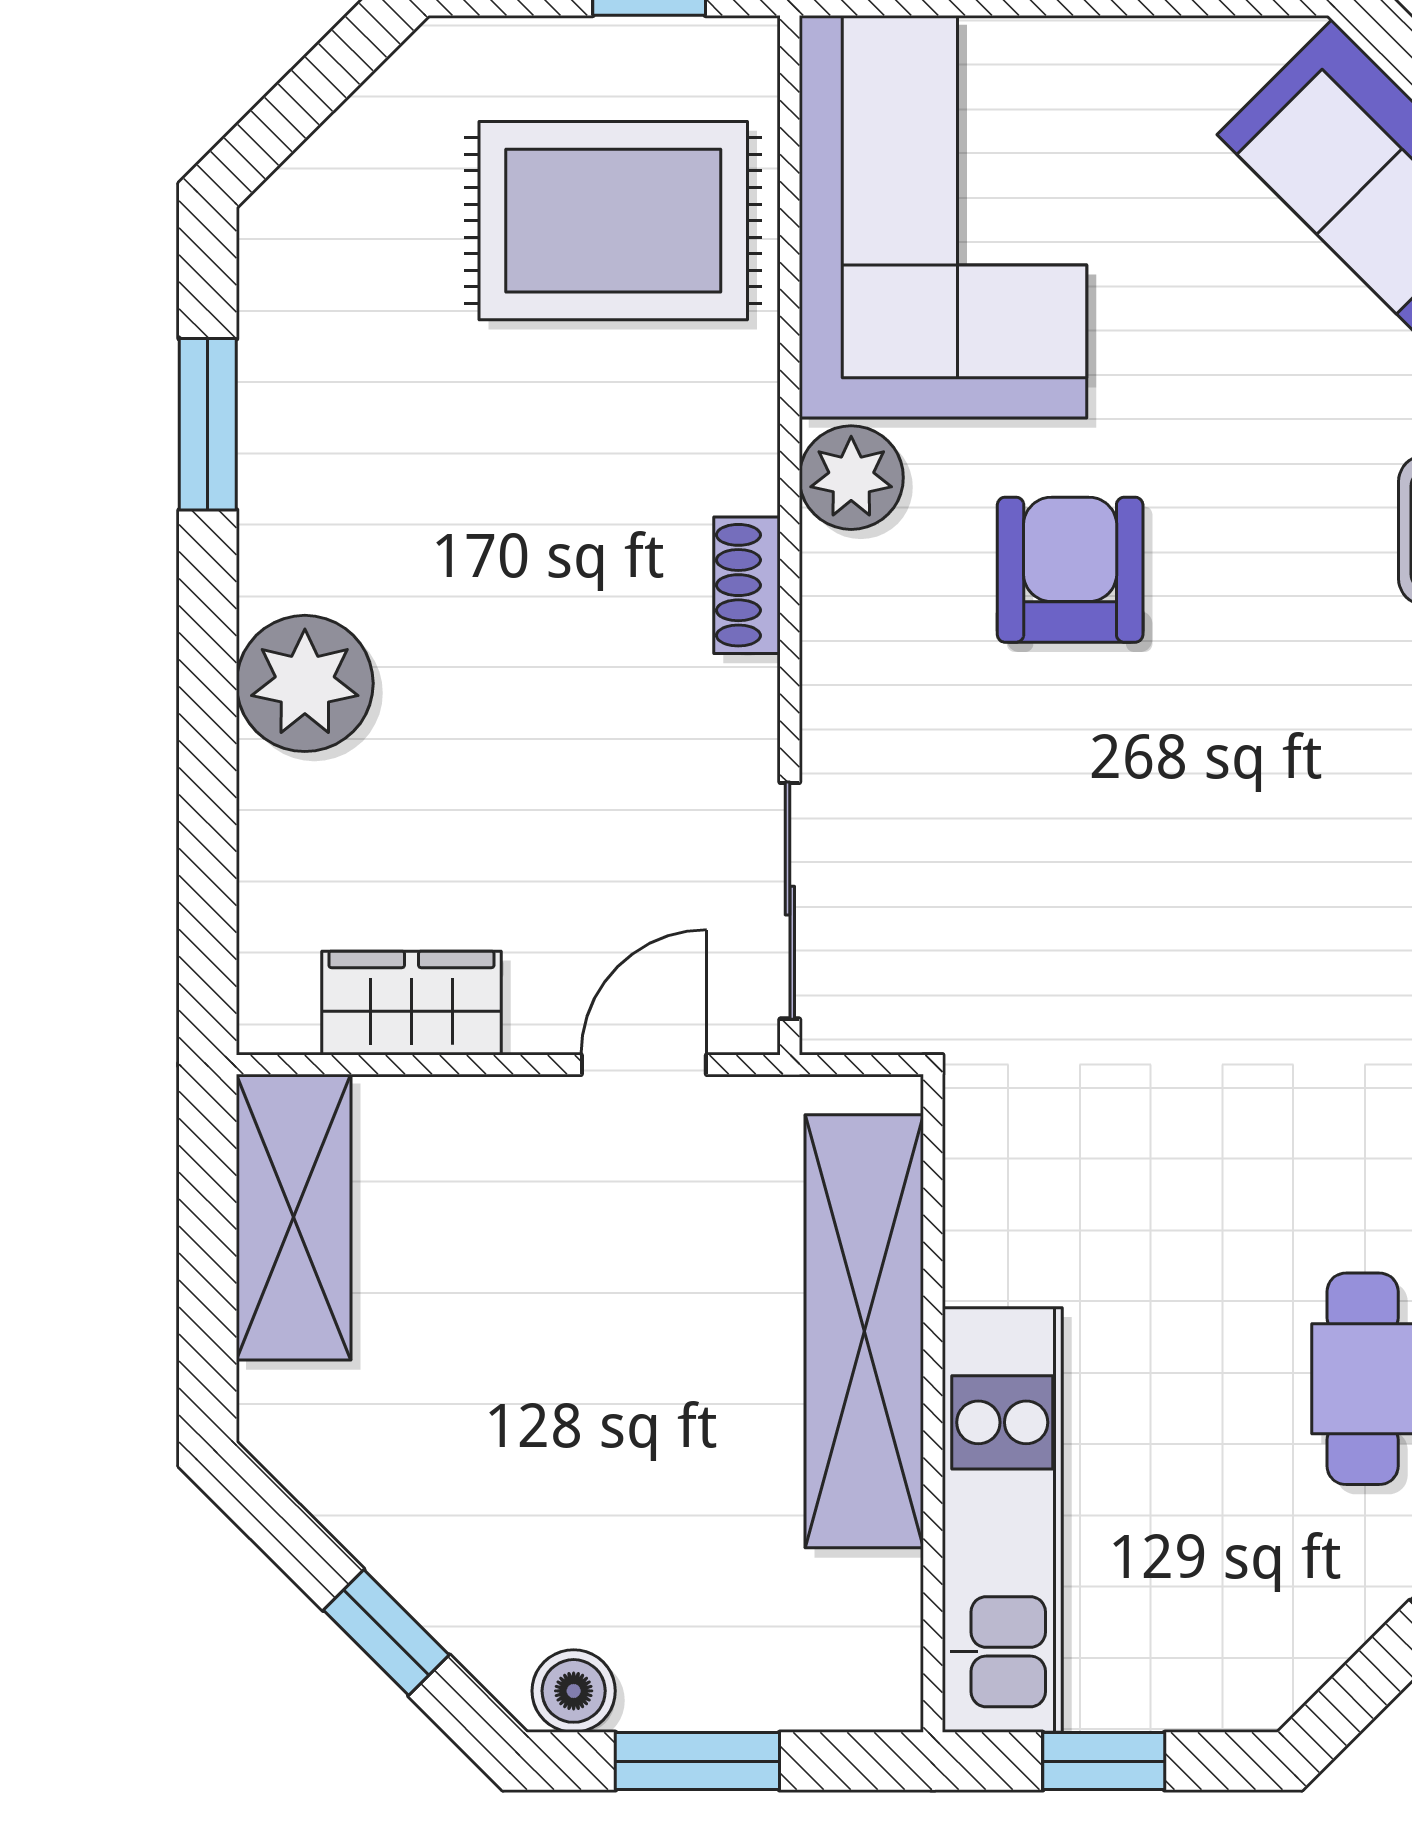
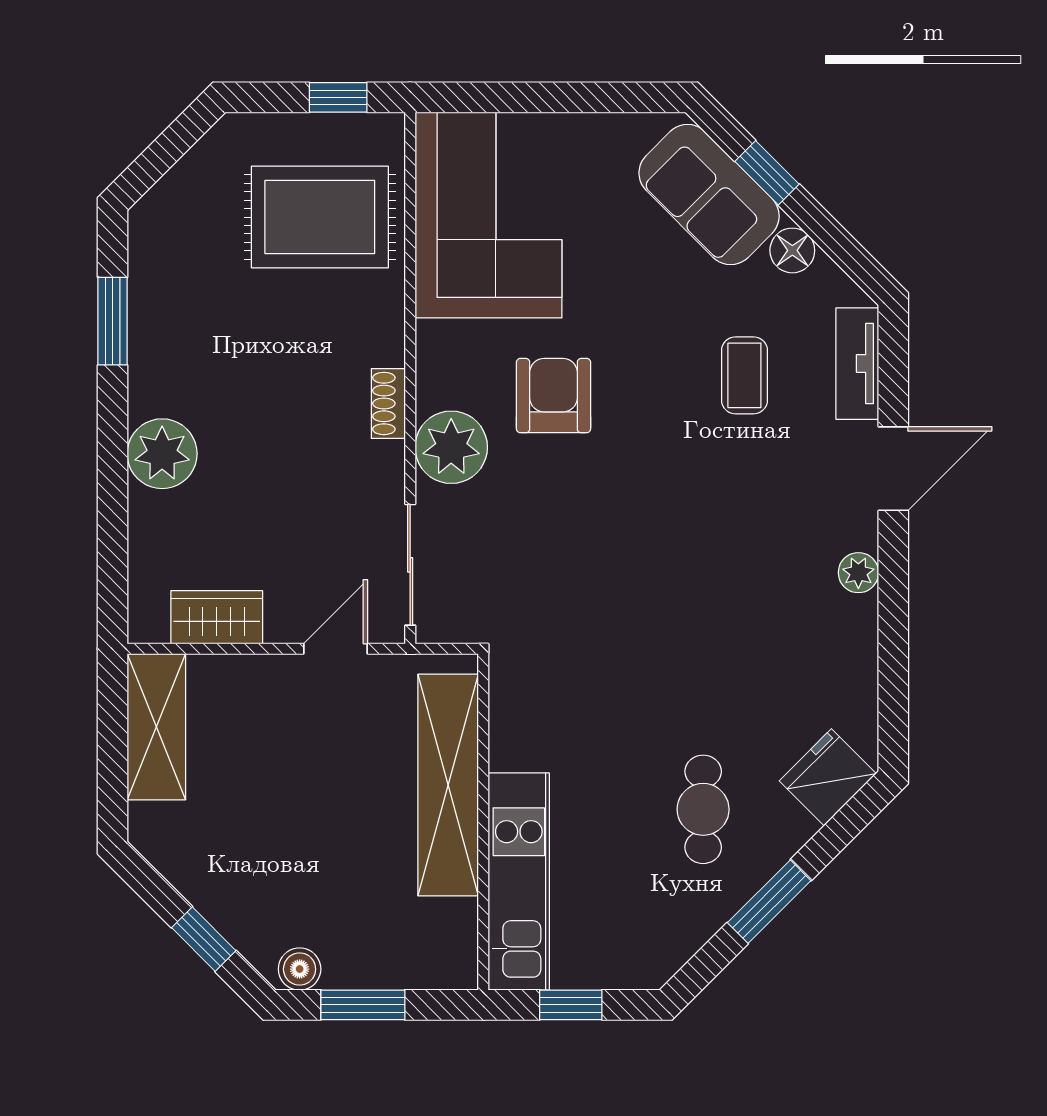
plant: (851, 478) -> (451, 447), moved, width x1.36, depth x1.36

